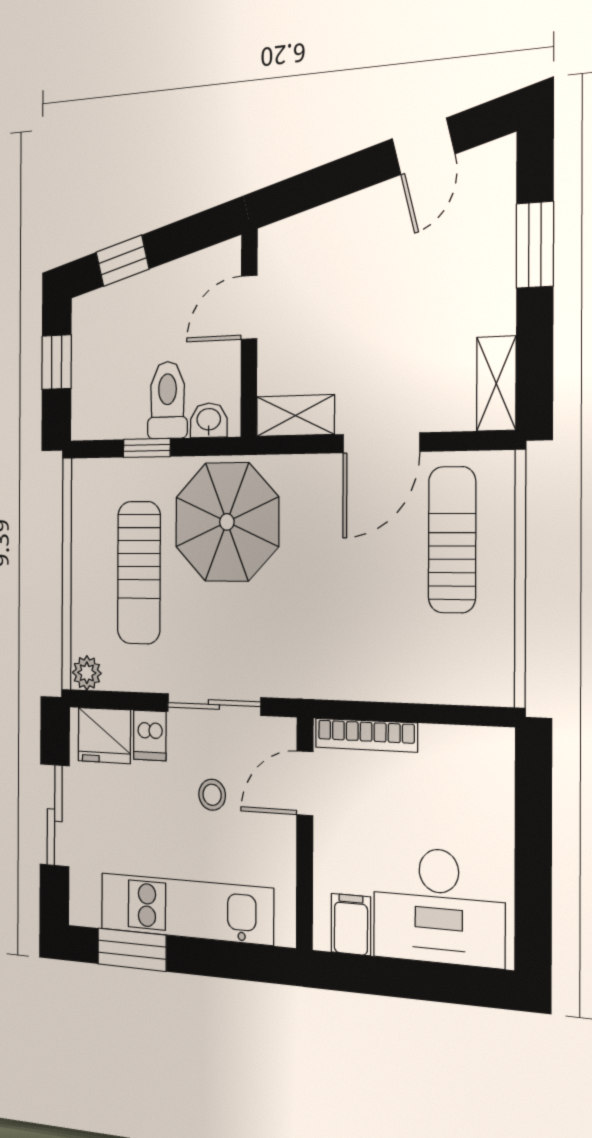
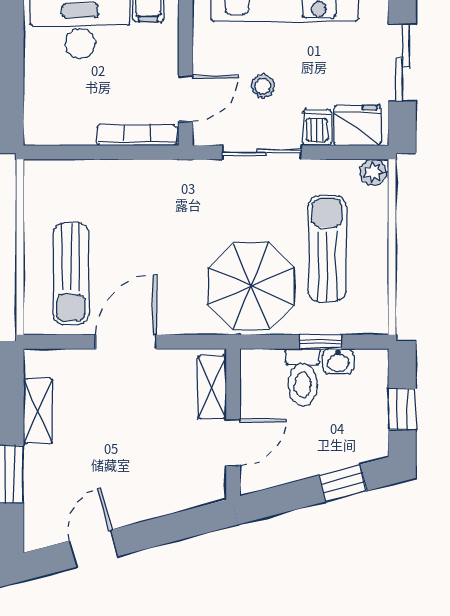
shelving: (496, 383) -> (38, 411), moved
shelving: (295, 416) -> (212, 387), moved, turned 90
washbasin: (209, 420) -> (338, 361), moved

